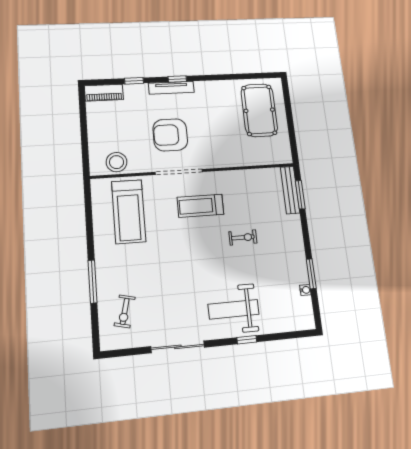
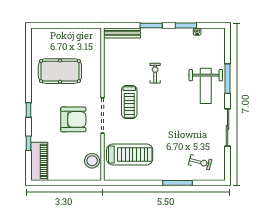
tv unit: (171, 88) -> (35, 115), removed
piano: (104, 93) -> (39, 161), width x1.37, depth x1.33
pool table: (259, 110) -> (60, 71), moved
armchair: (170, 135) -> (73, 119), turned -90
window: (300, 195) -> (151, 26), moved
window: (247, 340) -> (228, 79), width x2.17

